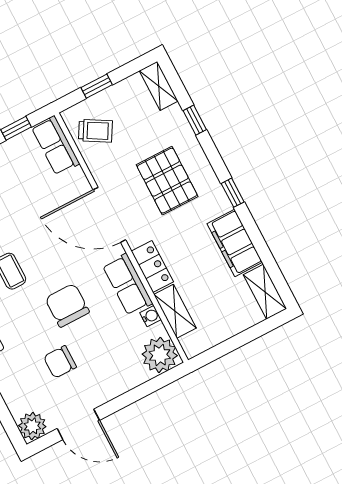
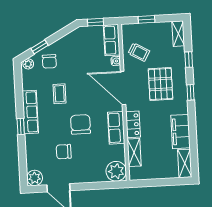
trolley: (95, 131) -> (139, 52), moved
window: (233, 193) -> (190, 92), moved
water cooler: (150, 316) -> (116, 61), moved

